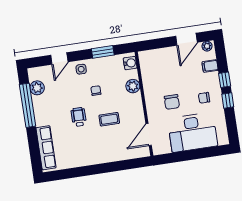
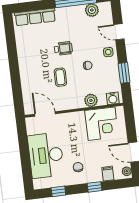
corner desk: (157, 74) -> (102, 124), added
window: (228, 101) -> (58, 191), moved
chair: (172, 102) -> (75, 137), removed

